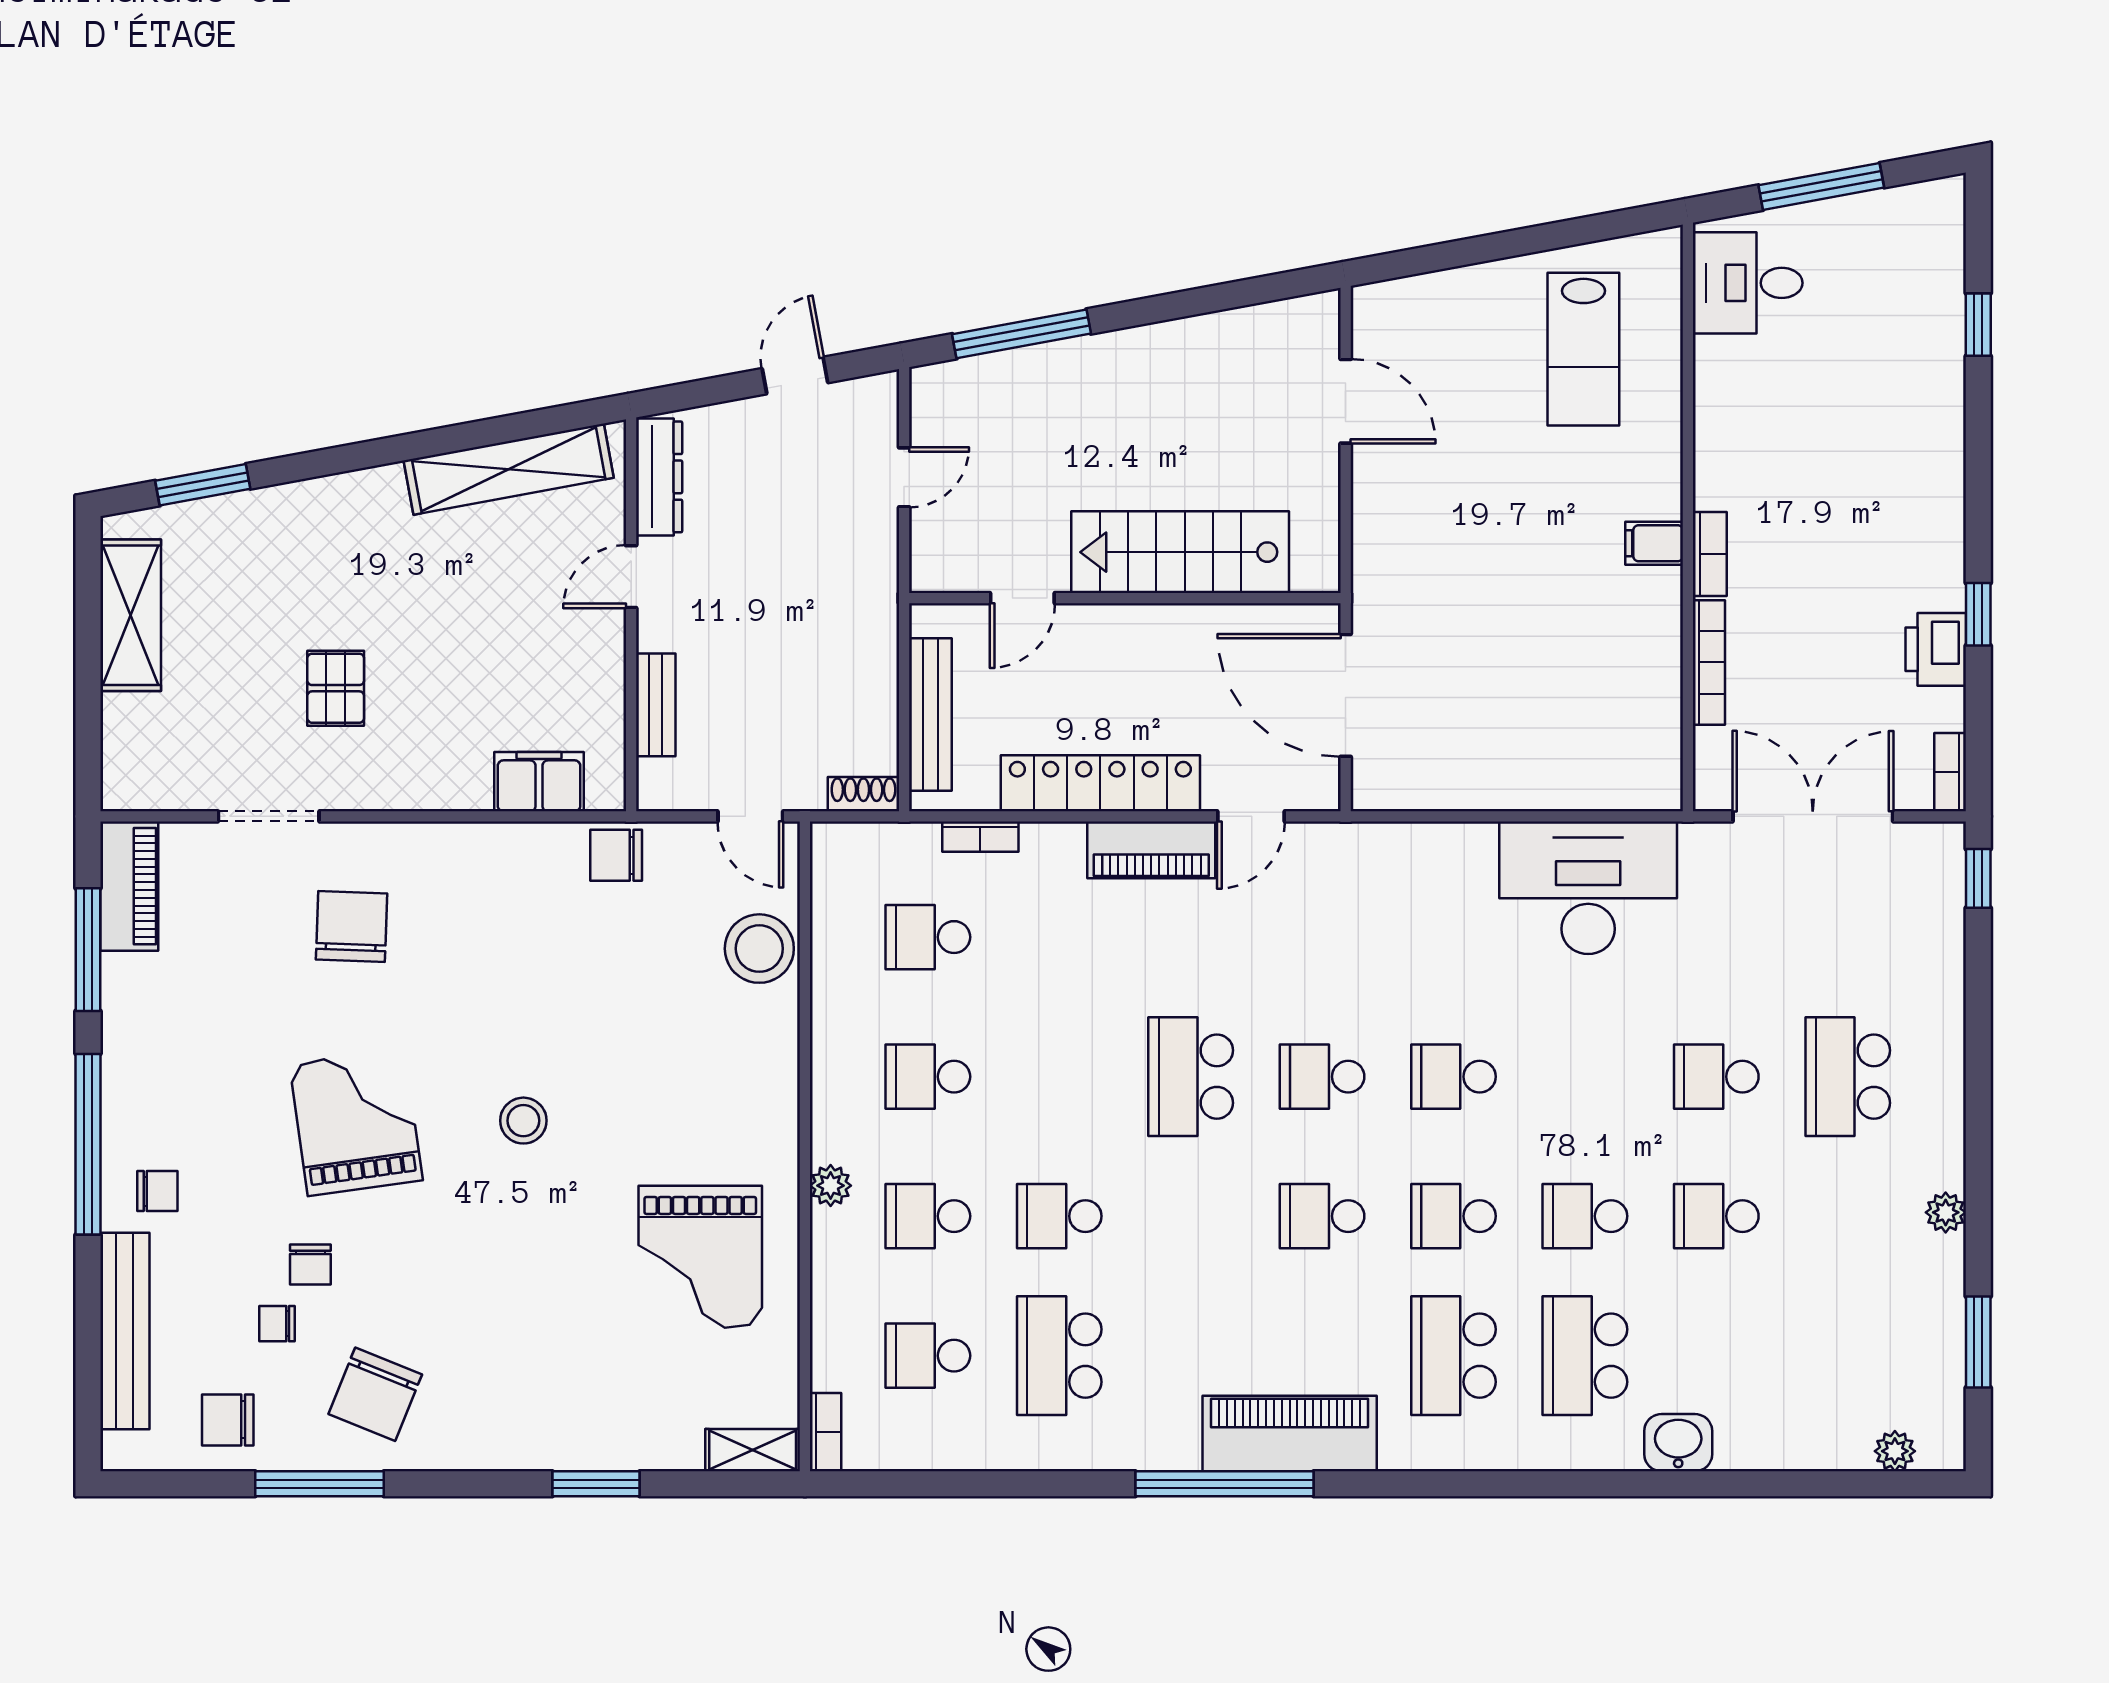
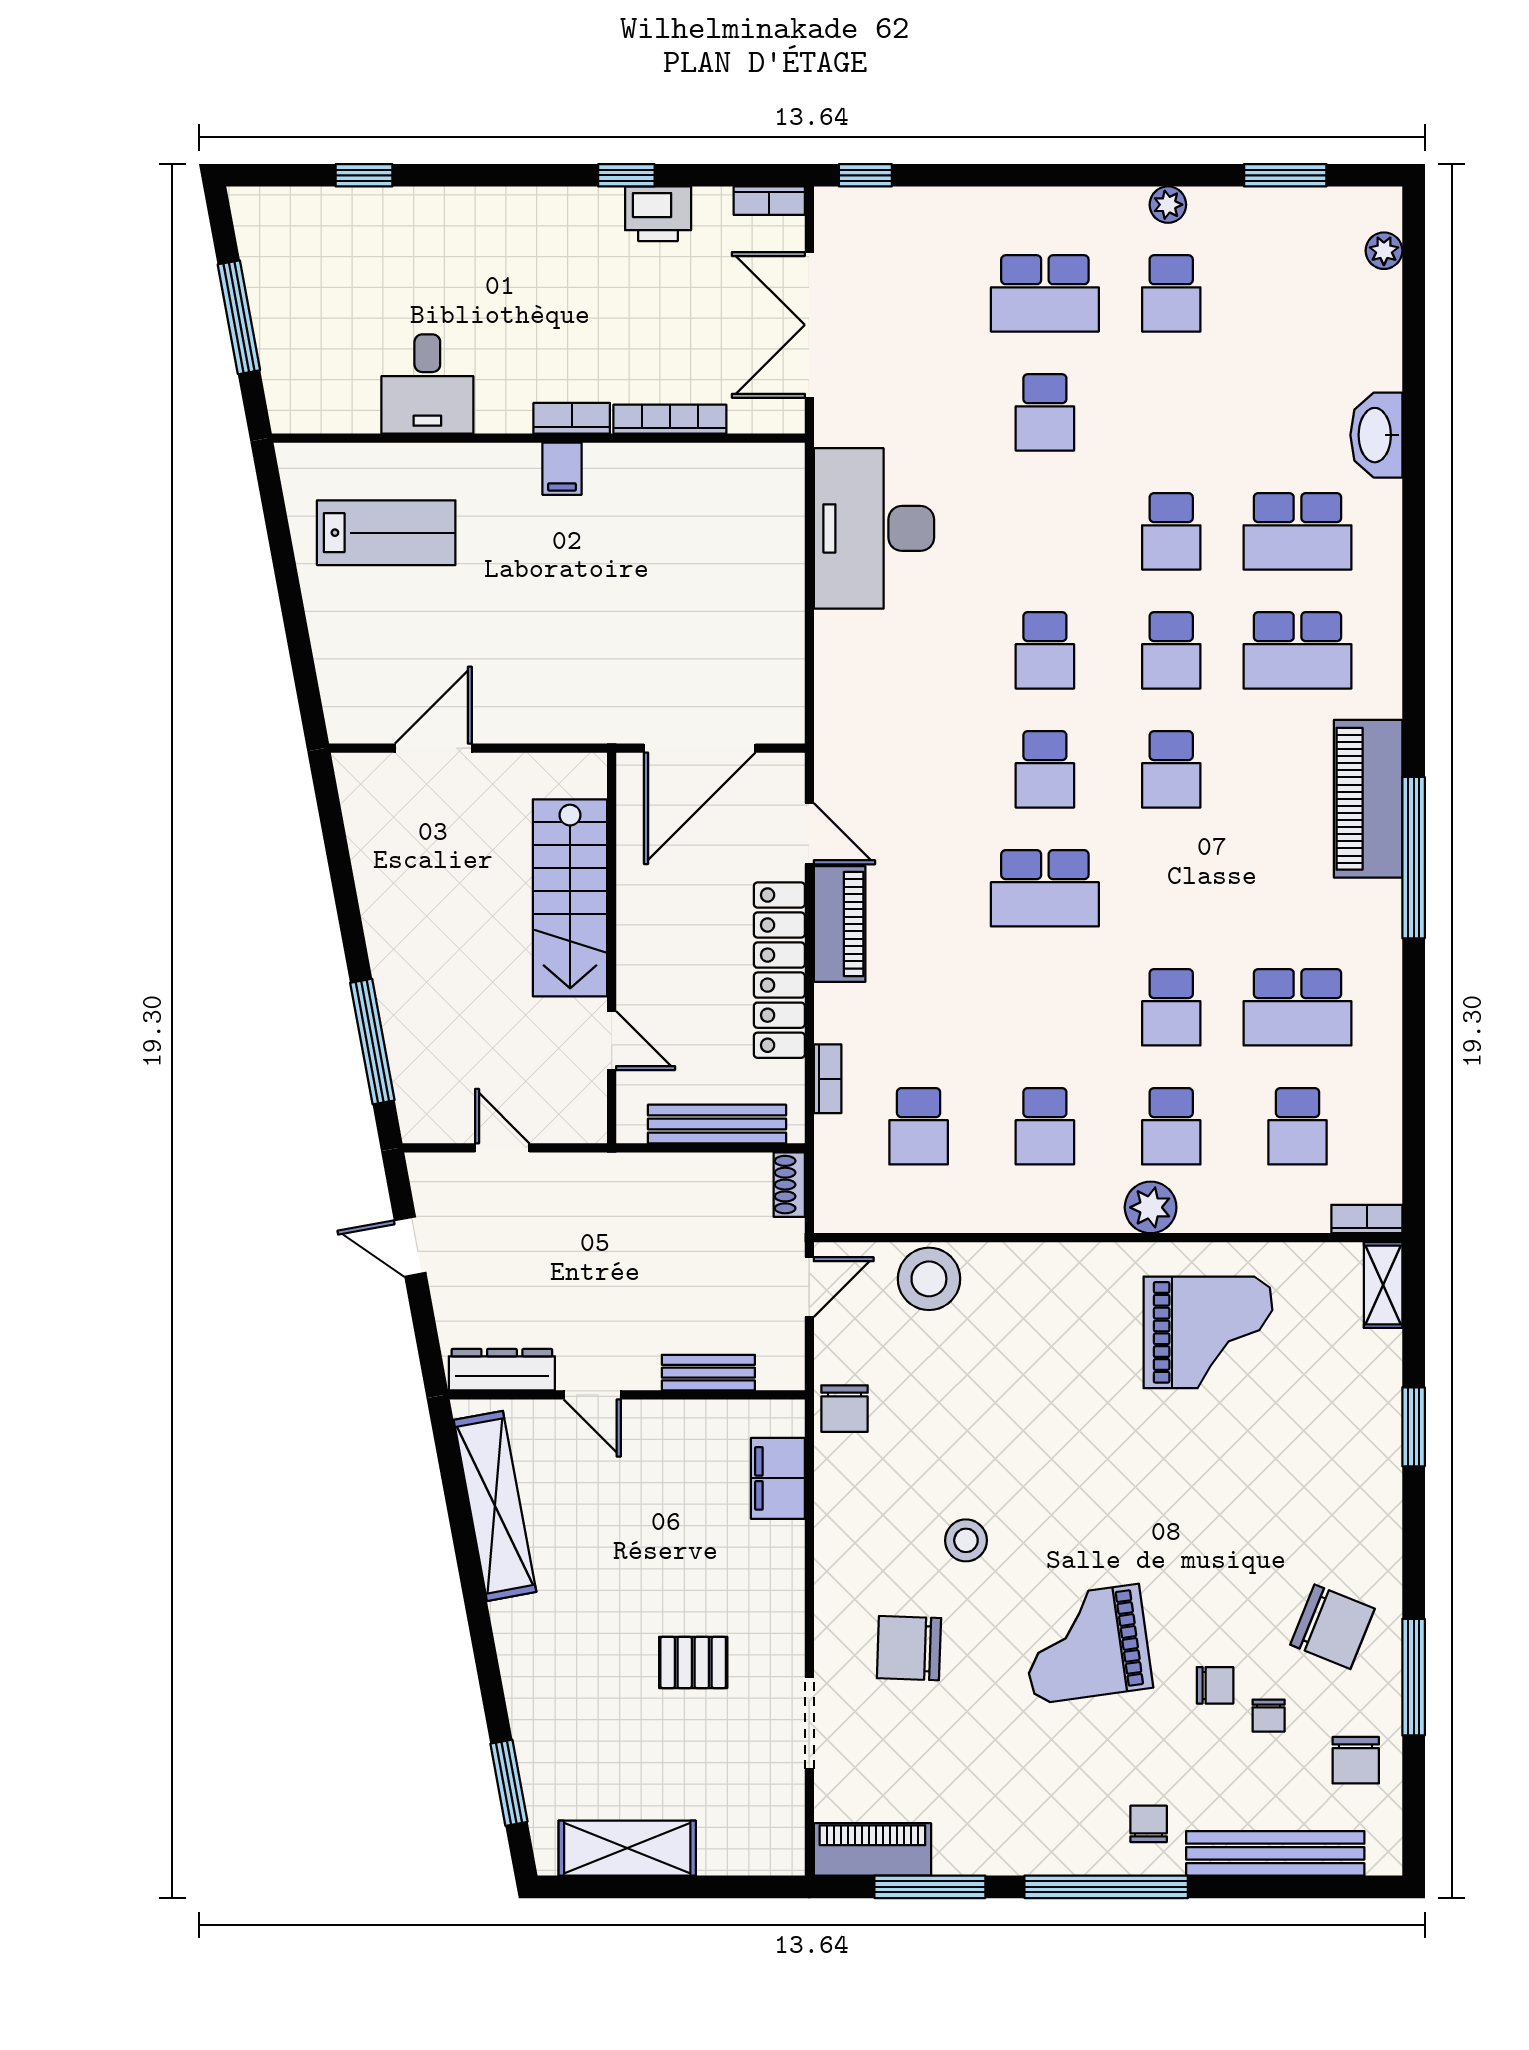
desk: (1748, 283) -> (427, 384), moved
stool: (523, 1121) -> (966, 1540), moved
plant: (831, 1186) -> (1151, 1207), width x1.38, depth x1.38
school desk: (1716, 1216) -> (1171, 293), moved
washbasin: (1678, 1443) -> (1376, 435), width x1.38

